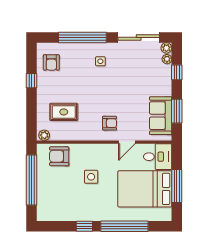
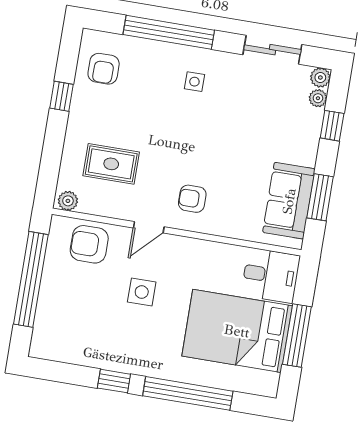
sliding door: (139, 37) -> (272, 50), width x0.73
armchair: (110, 123) -> (192, 199), turned 180
door: (127, 142) -> (149, 227), moved

